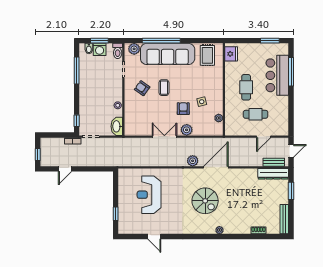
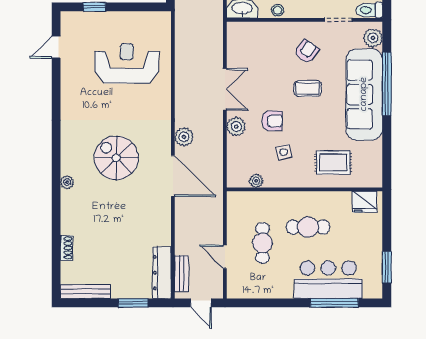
rug: (207, 55) -> (333, 162), moved
spiral stairs: (205, 201) -> (116, 158), turned 90
door: (154, 237) -> (56, 47), moved

